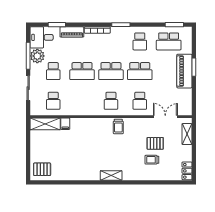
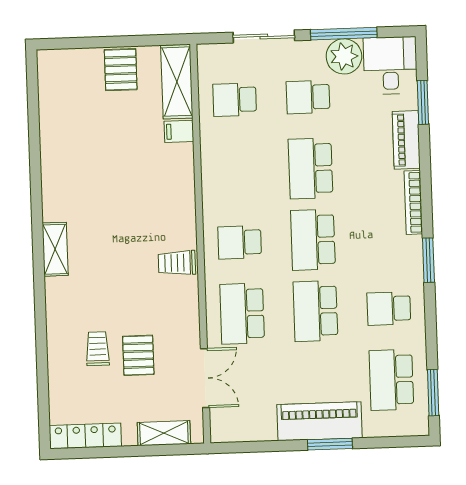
school desk: (140, 101) -> (242, 314), width x1.85
pallet: (42, 169) -> (121, 70), moved
locker: (187, 171) -> (85, 436), width x1.53

